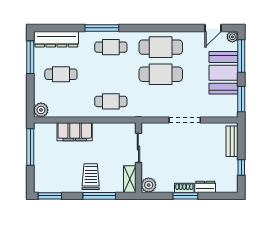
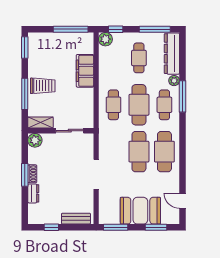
plant: (232, 37) -> (174, 81), moved
window: (241, 56) -> (156, 227), width x0.69
cafe table: (111, 74) -> (139, 105), added
window: (30, 99) -> (116, 29), added

